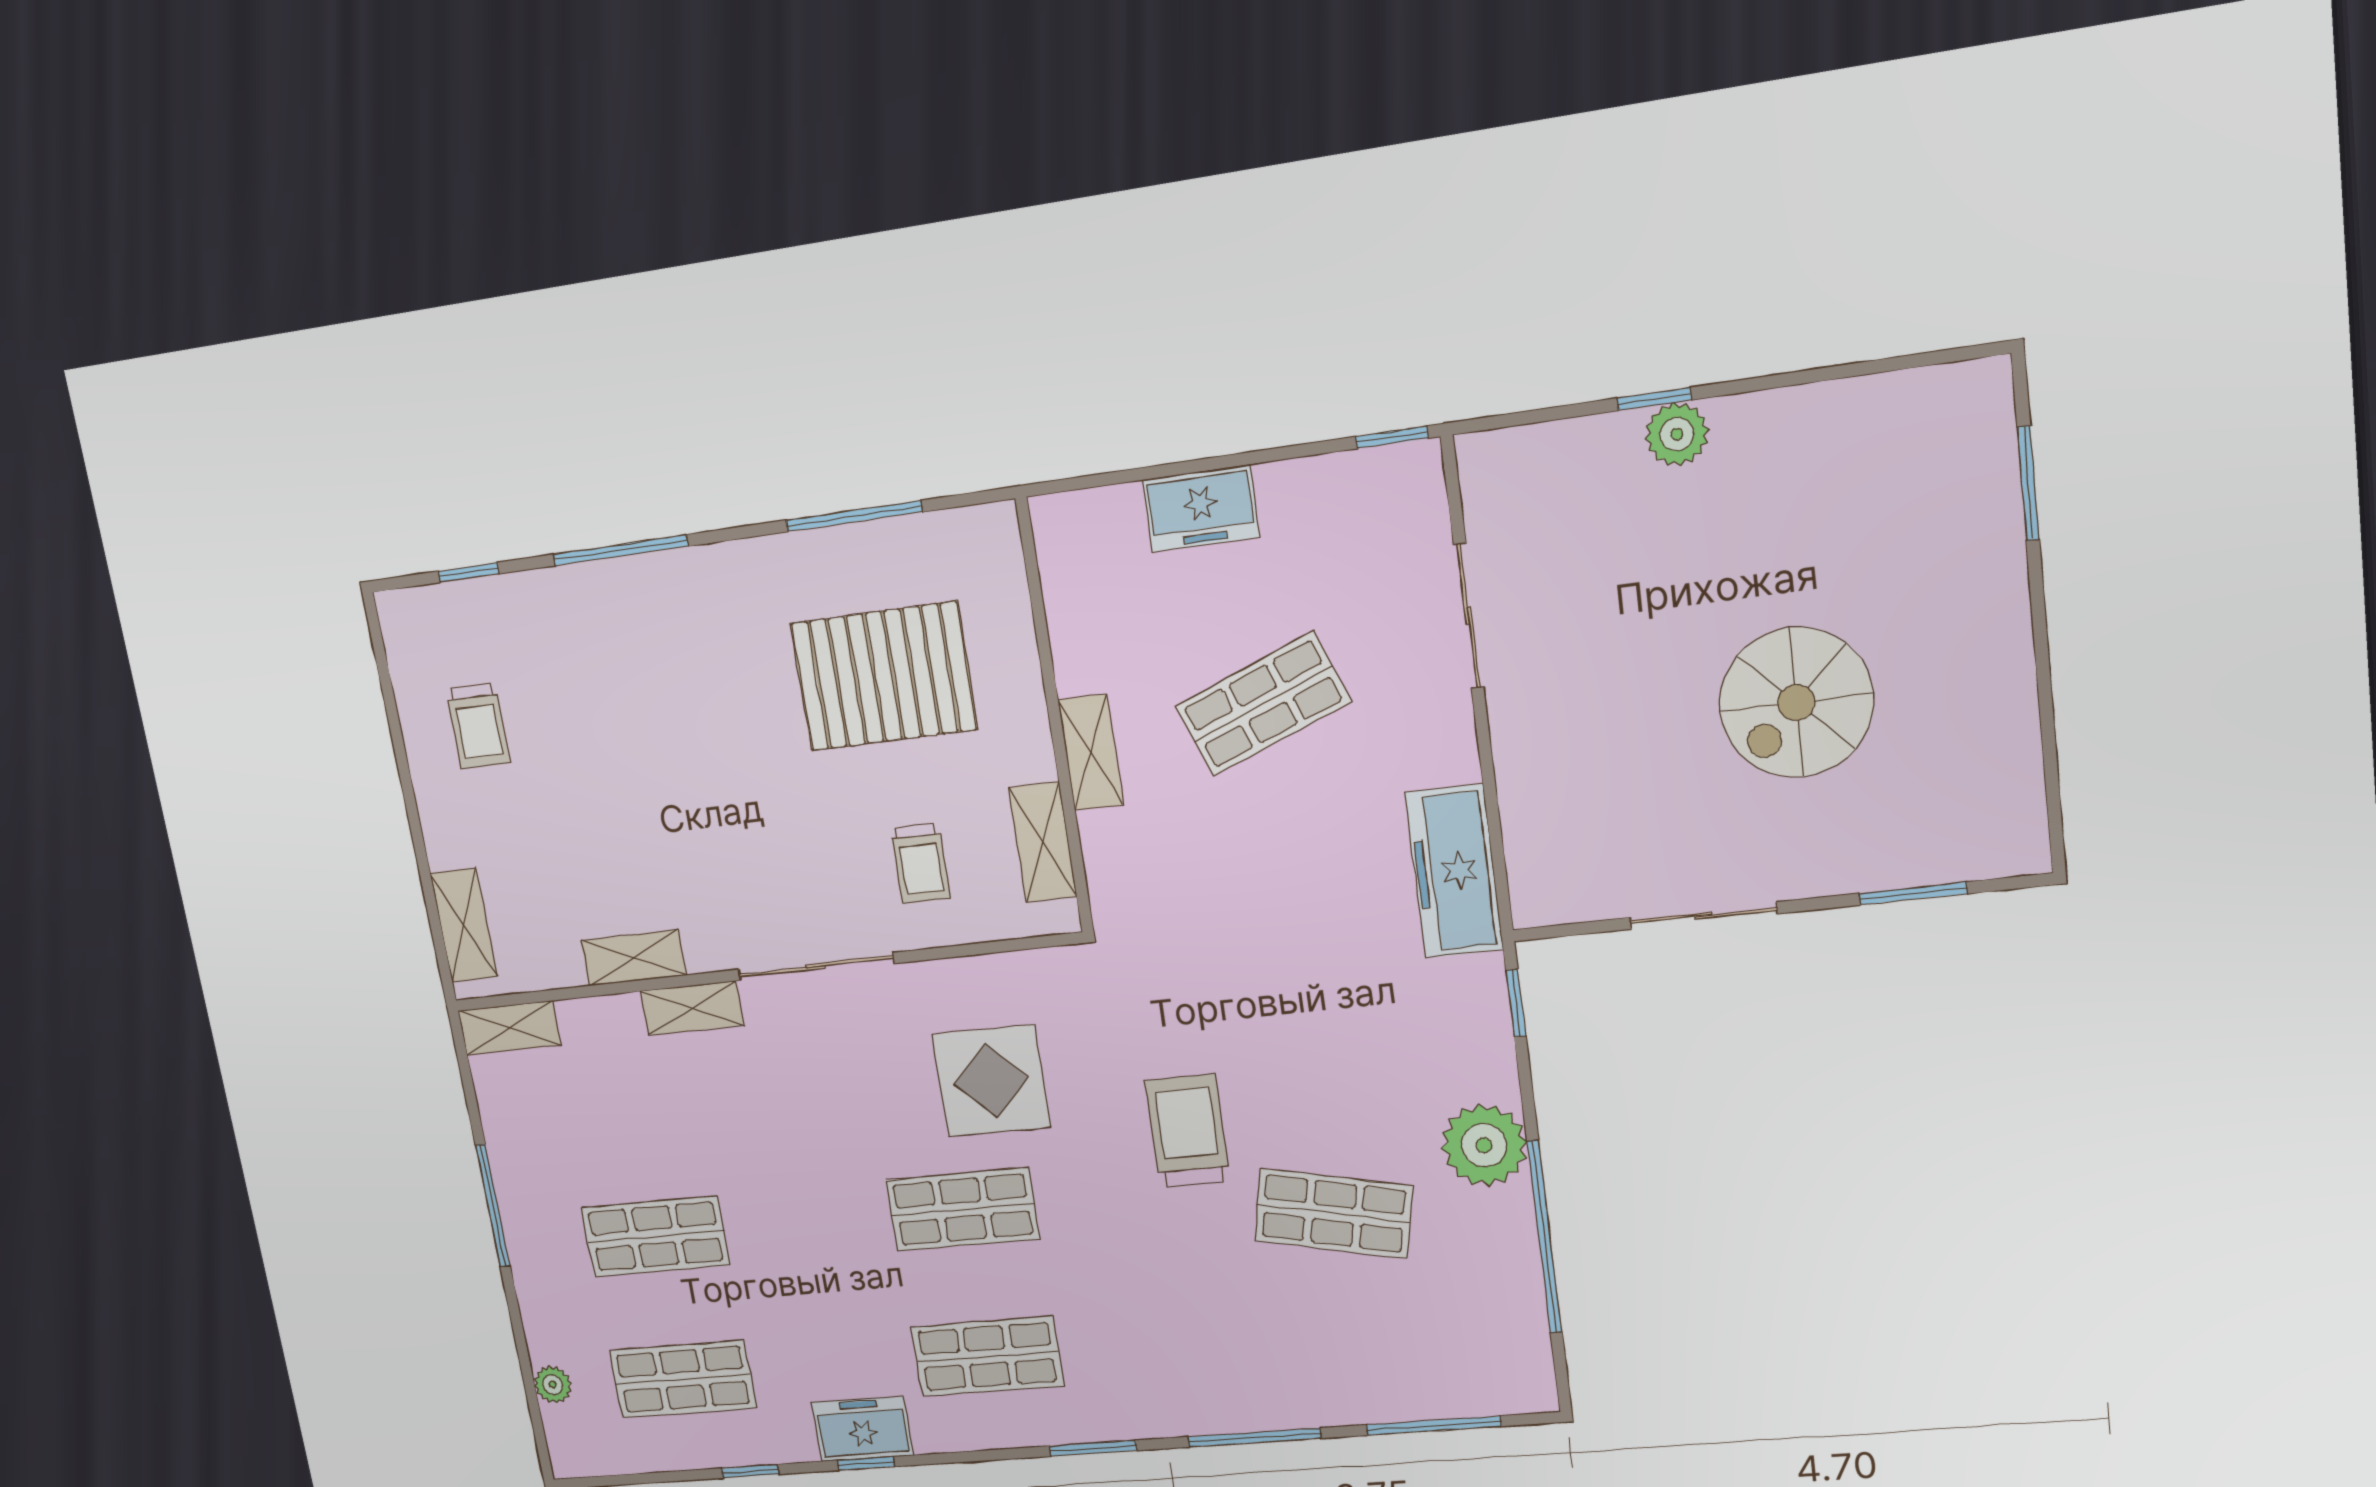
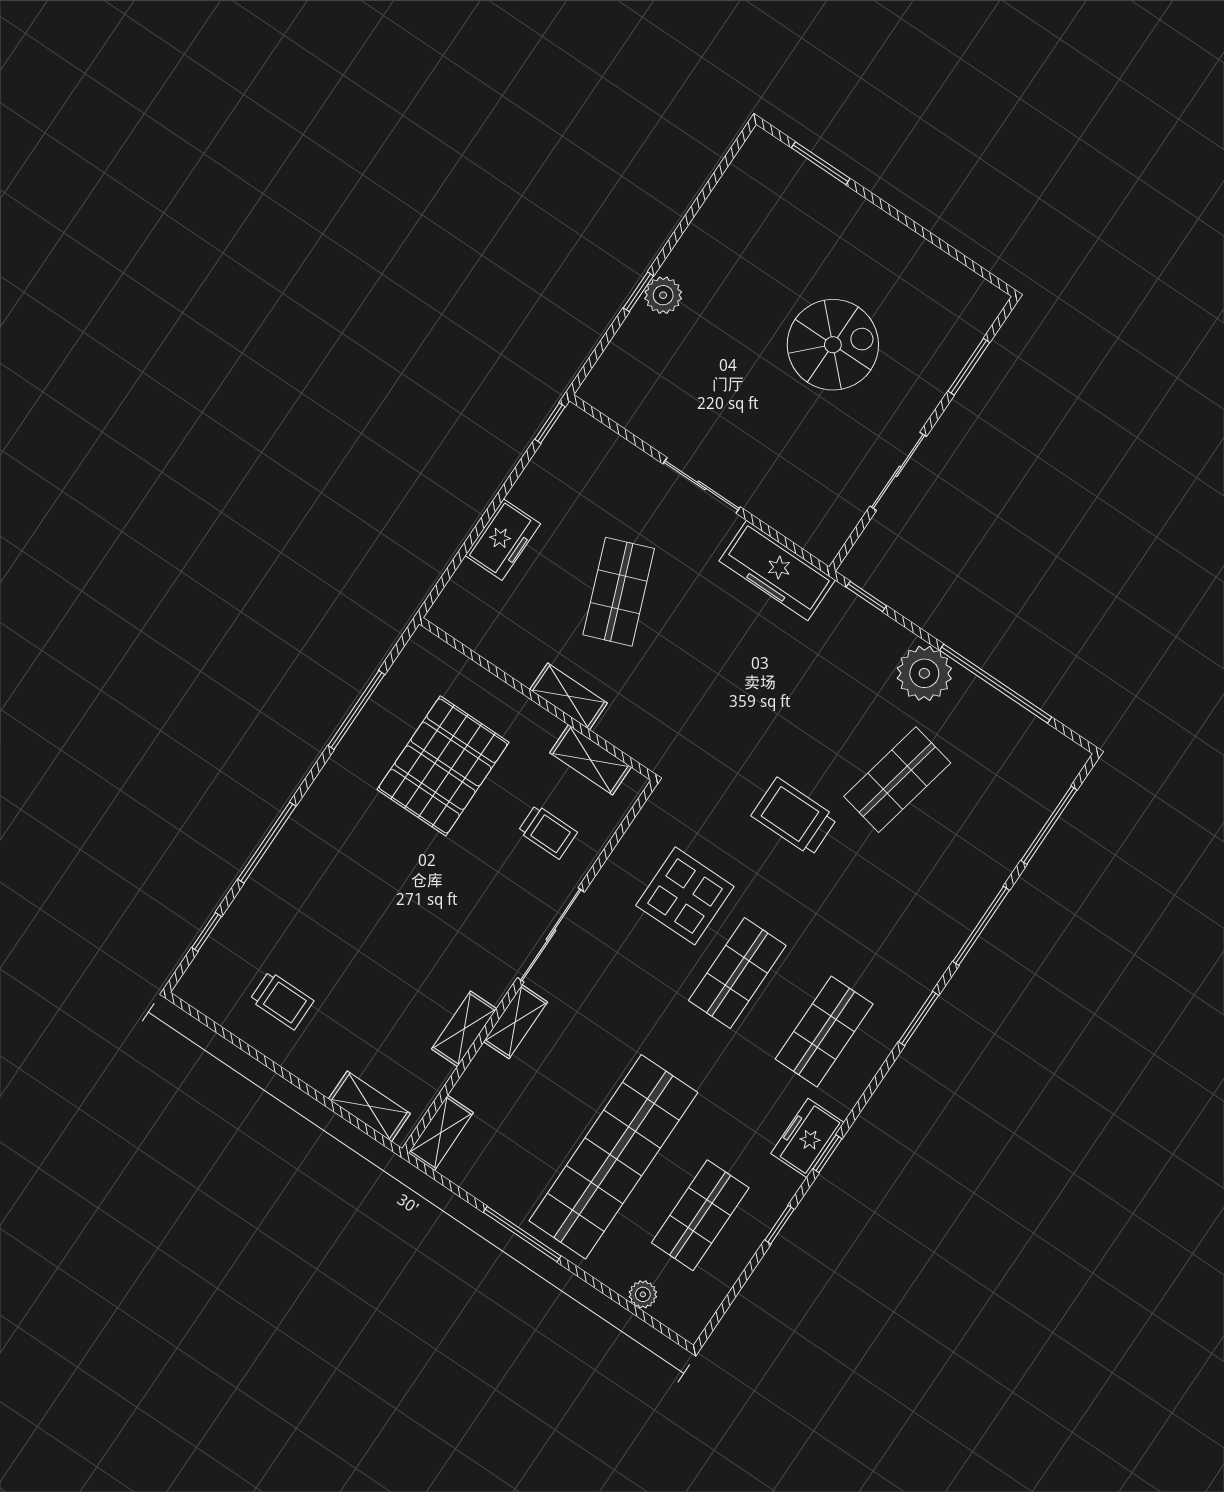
sliding door: (1469, 616) -> (702, 485), moved
spiral stairs: (1796, 702) -> (833, 345), turned -90
shop shelf: (655, 1236) -> (613, 1157), width x2.00, depth x1.36

